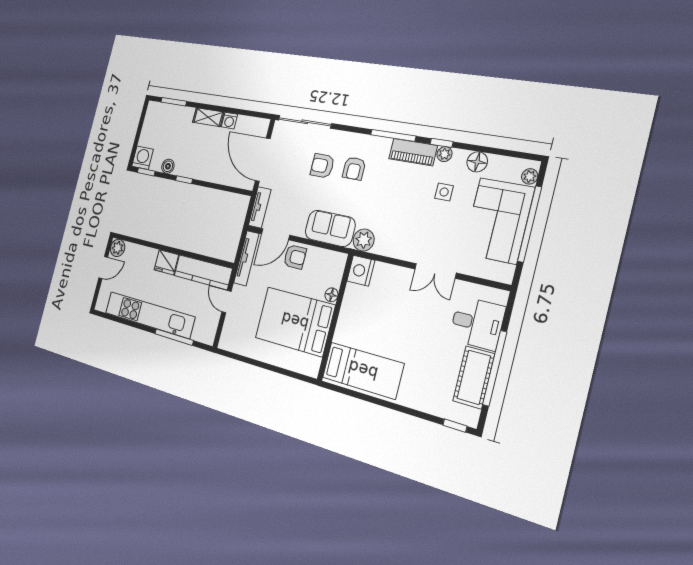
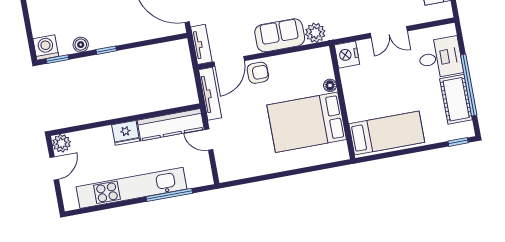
nightstand: (361, 271) -> (347, 55), moved
floor lamp: (331, 295) -> (330, 85), moved
wall: (335, 317) -> (342, 102), moved
bed: (295, 321) -> (307, 122), moved
bed: (363, 370) -> (387, 133), moved

